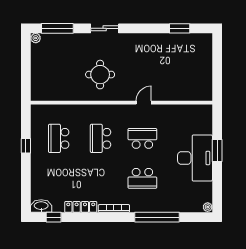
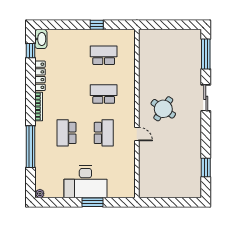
plant: (36, 38) -> (197, 34), removed
round table: (100, 75) -> (163, 109), moved, turned 34

